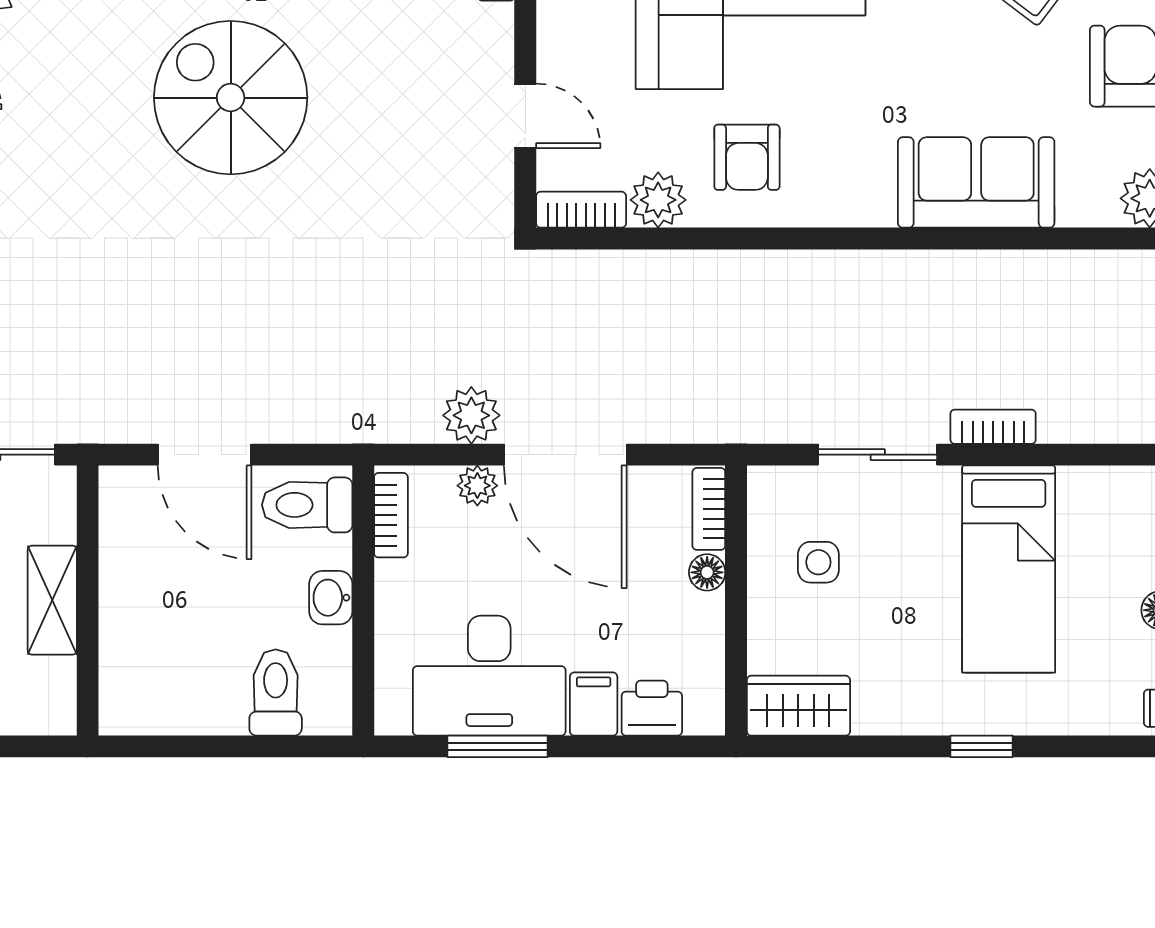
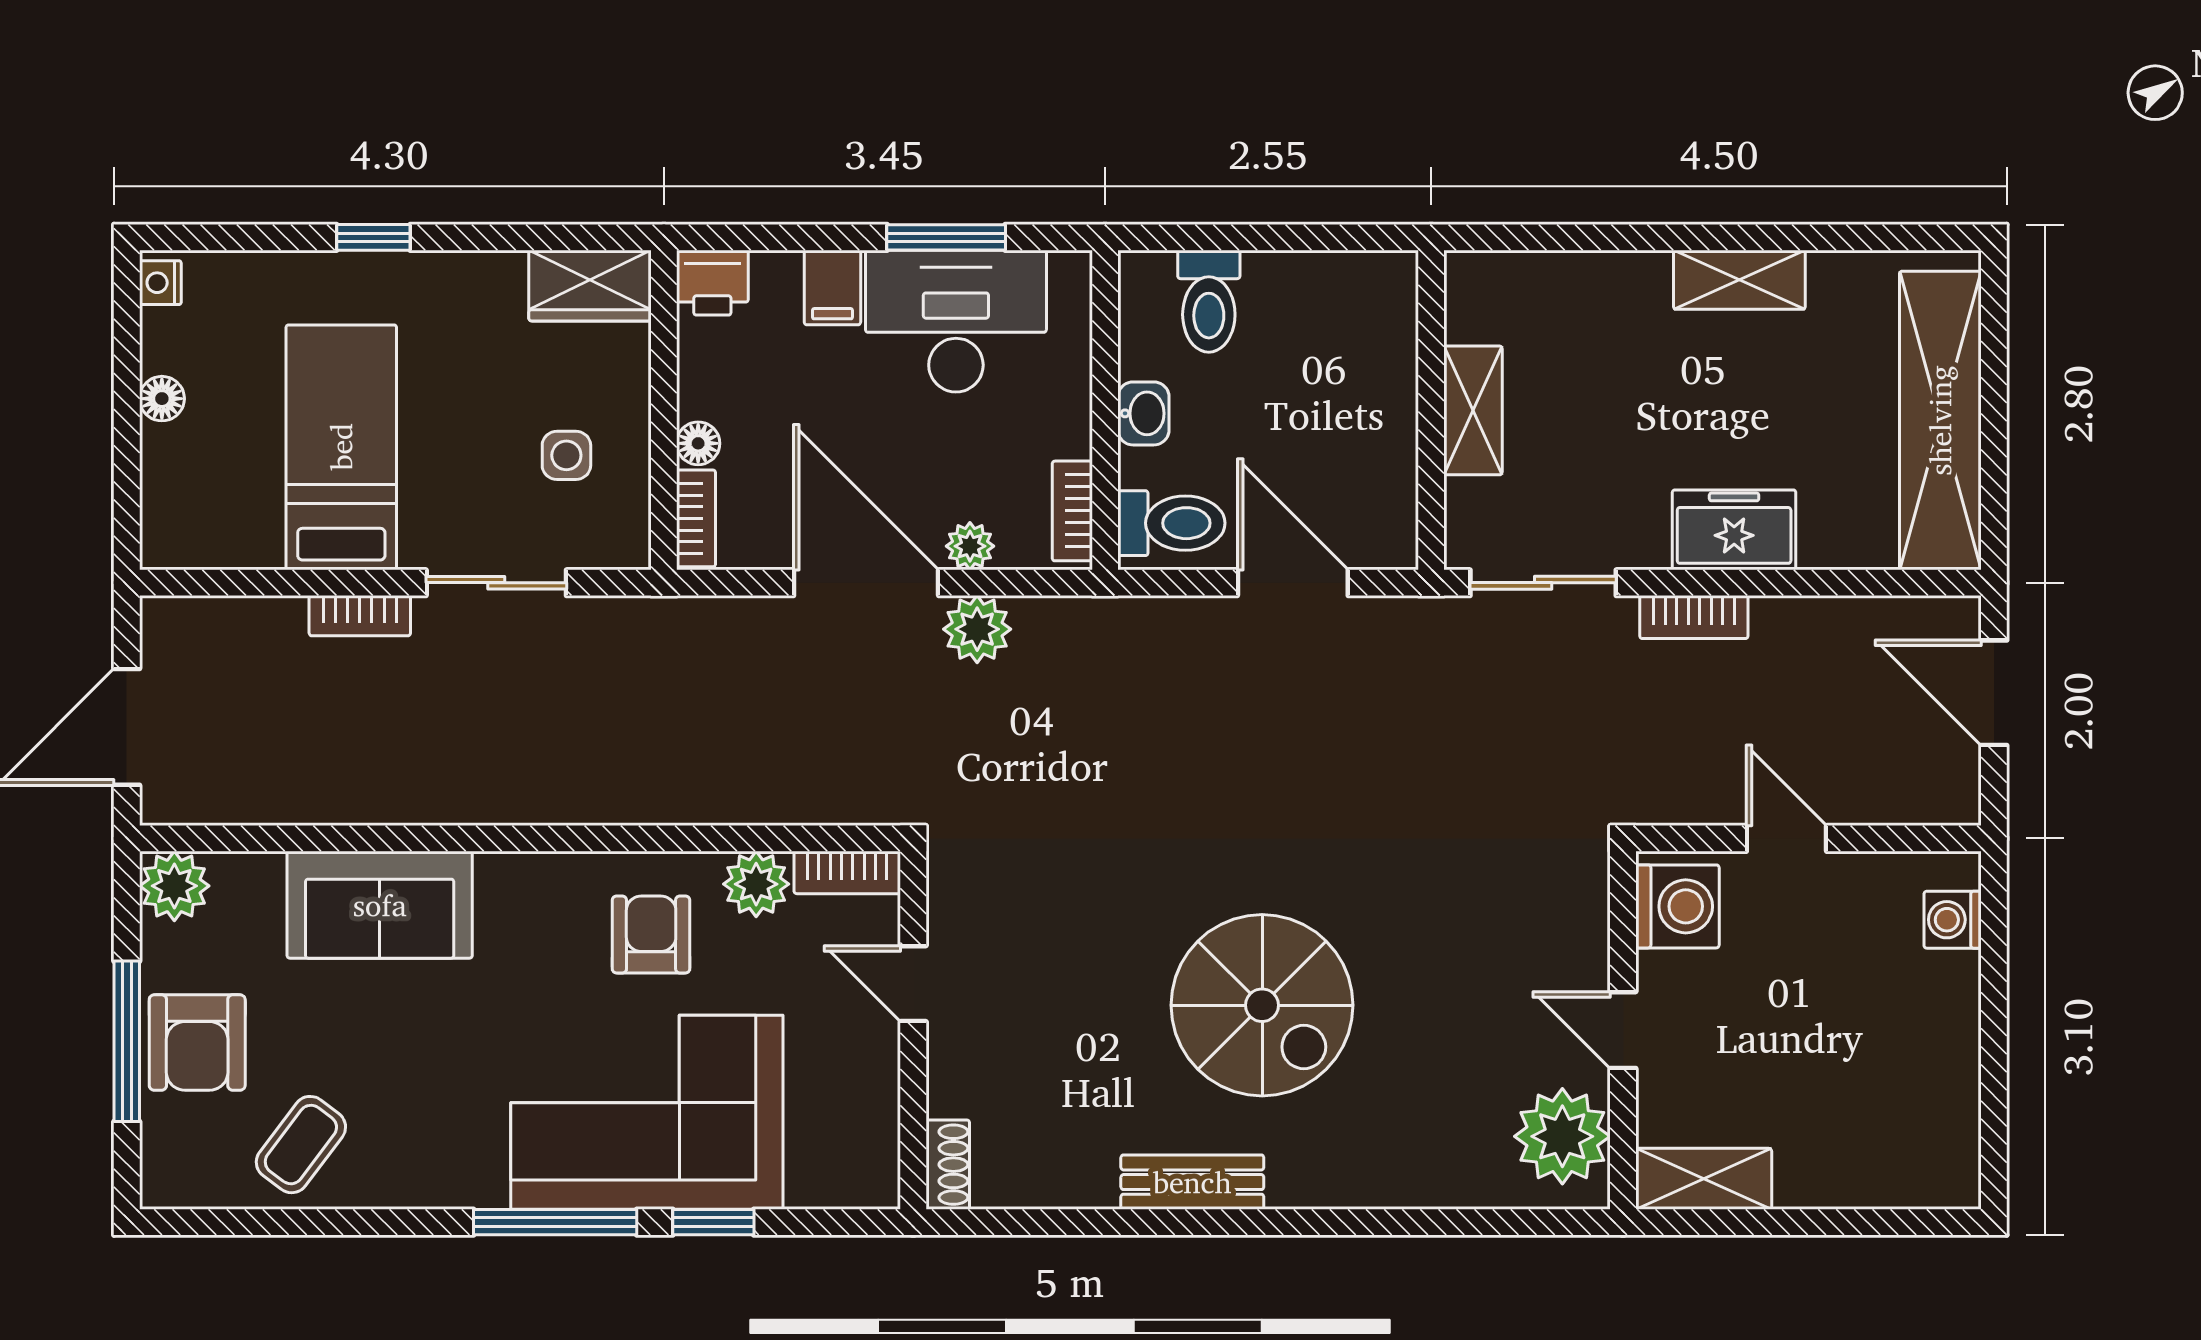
printer: (652, 708) -> (712, 283), moved

